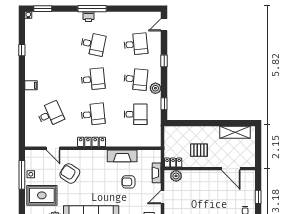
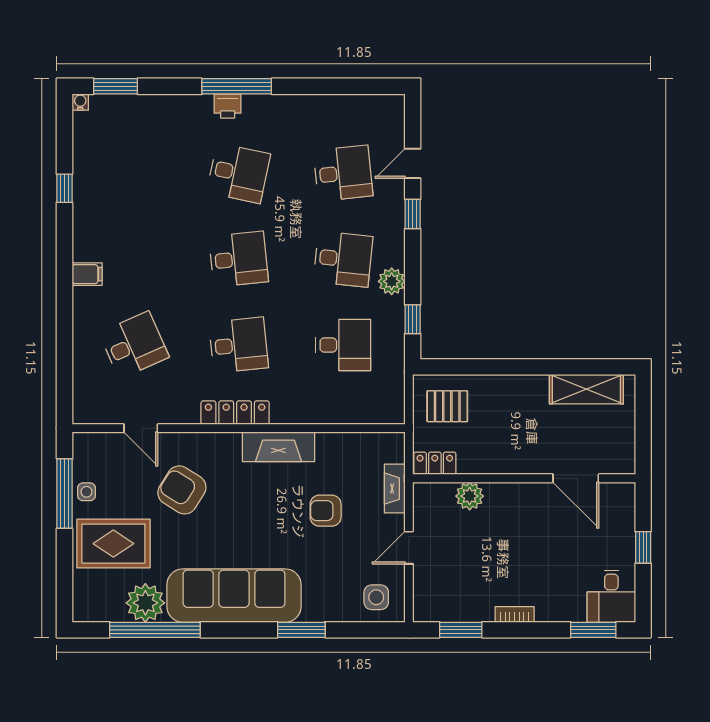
door: (164, 25) -> (413, 163), moved
pallet: (199, 150) -> (447, 406), moved
fireplace: (122, 156) -> (278, 447), moved
plant: (176, 176) -> (470, 496), moved

